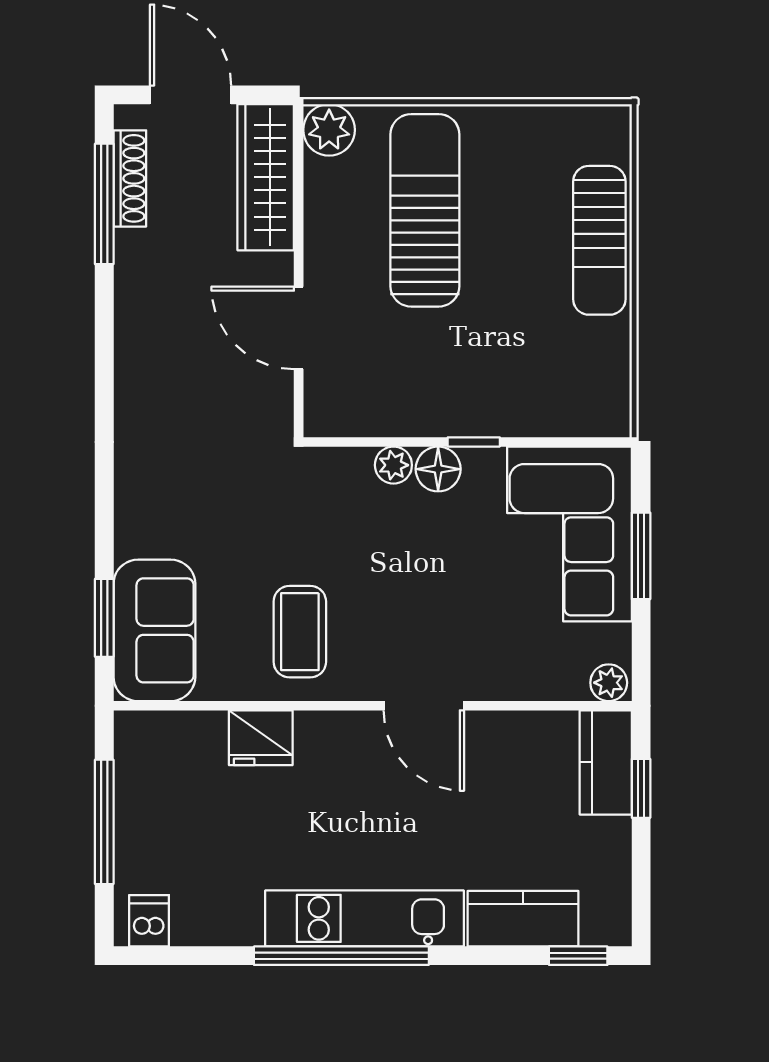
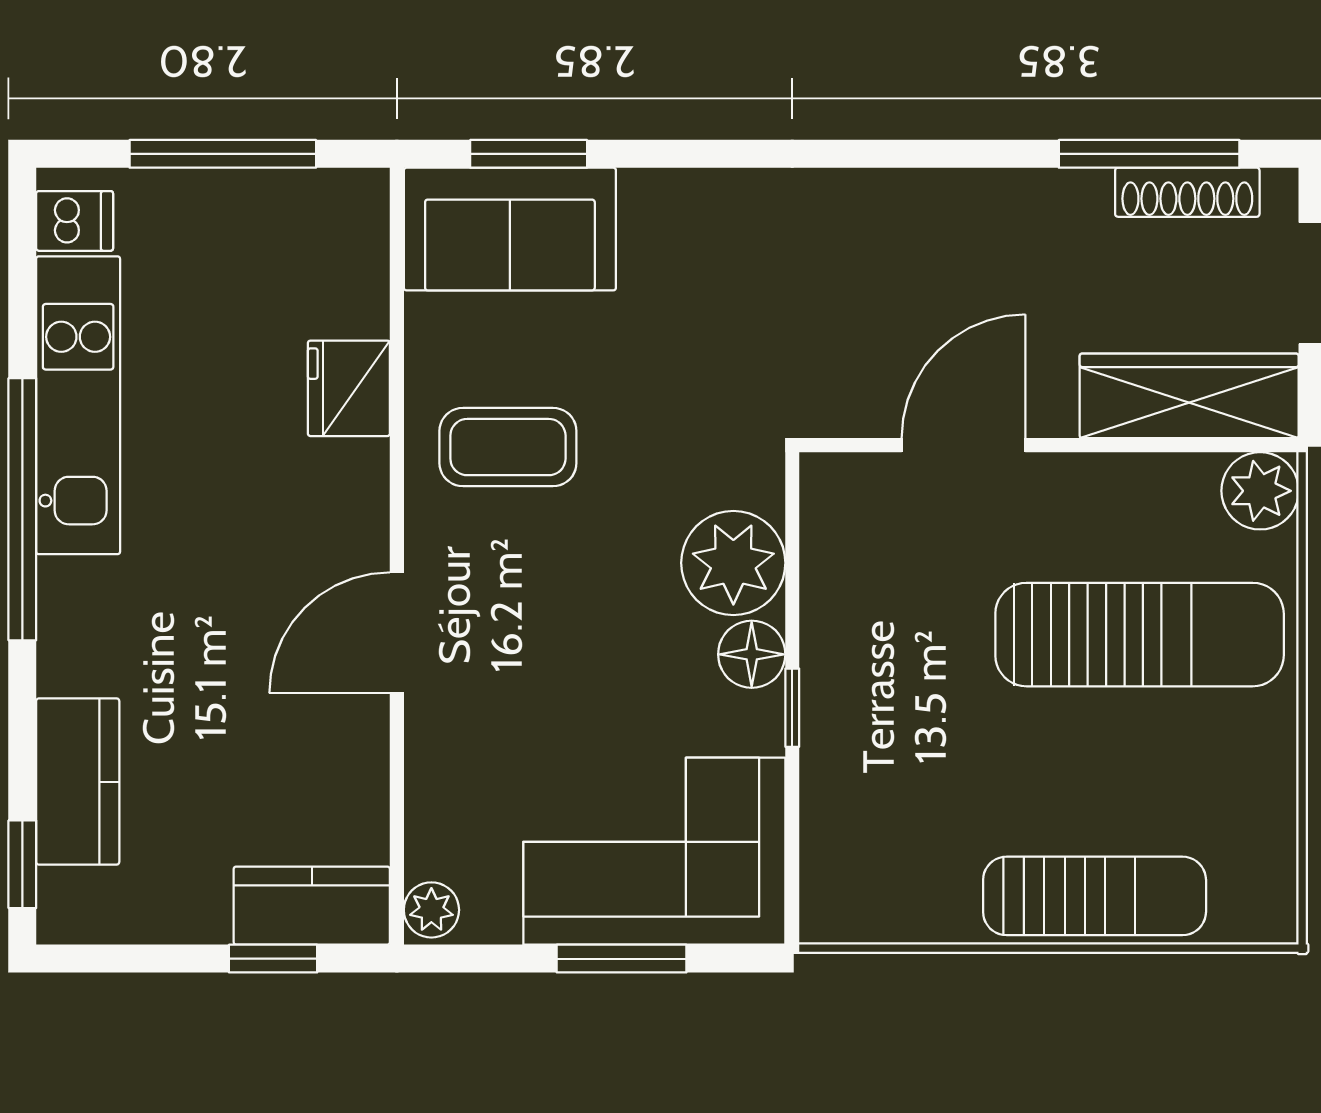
sun lounger: (599, 240) -> (1095, 896), turned 180
plant: (393, 465) -> (733, 563), width x1.88, depth x1.88
kitchen unit: (364, 918) -> (78, 405), moved

